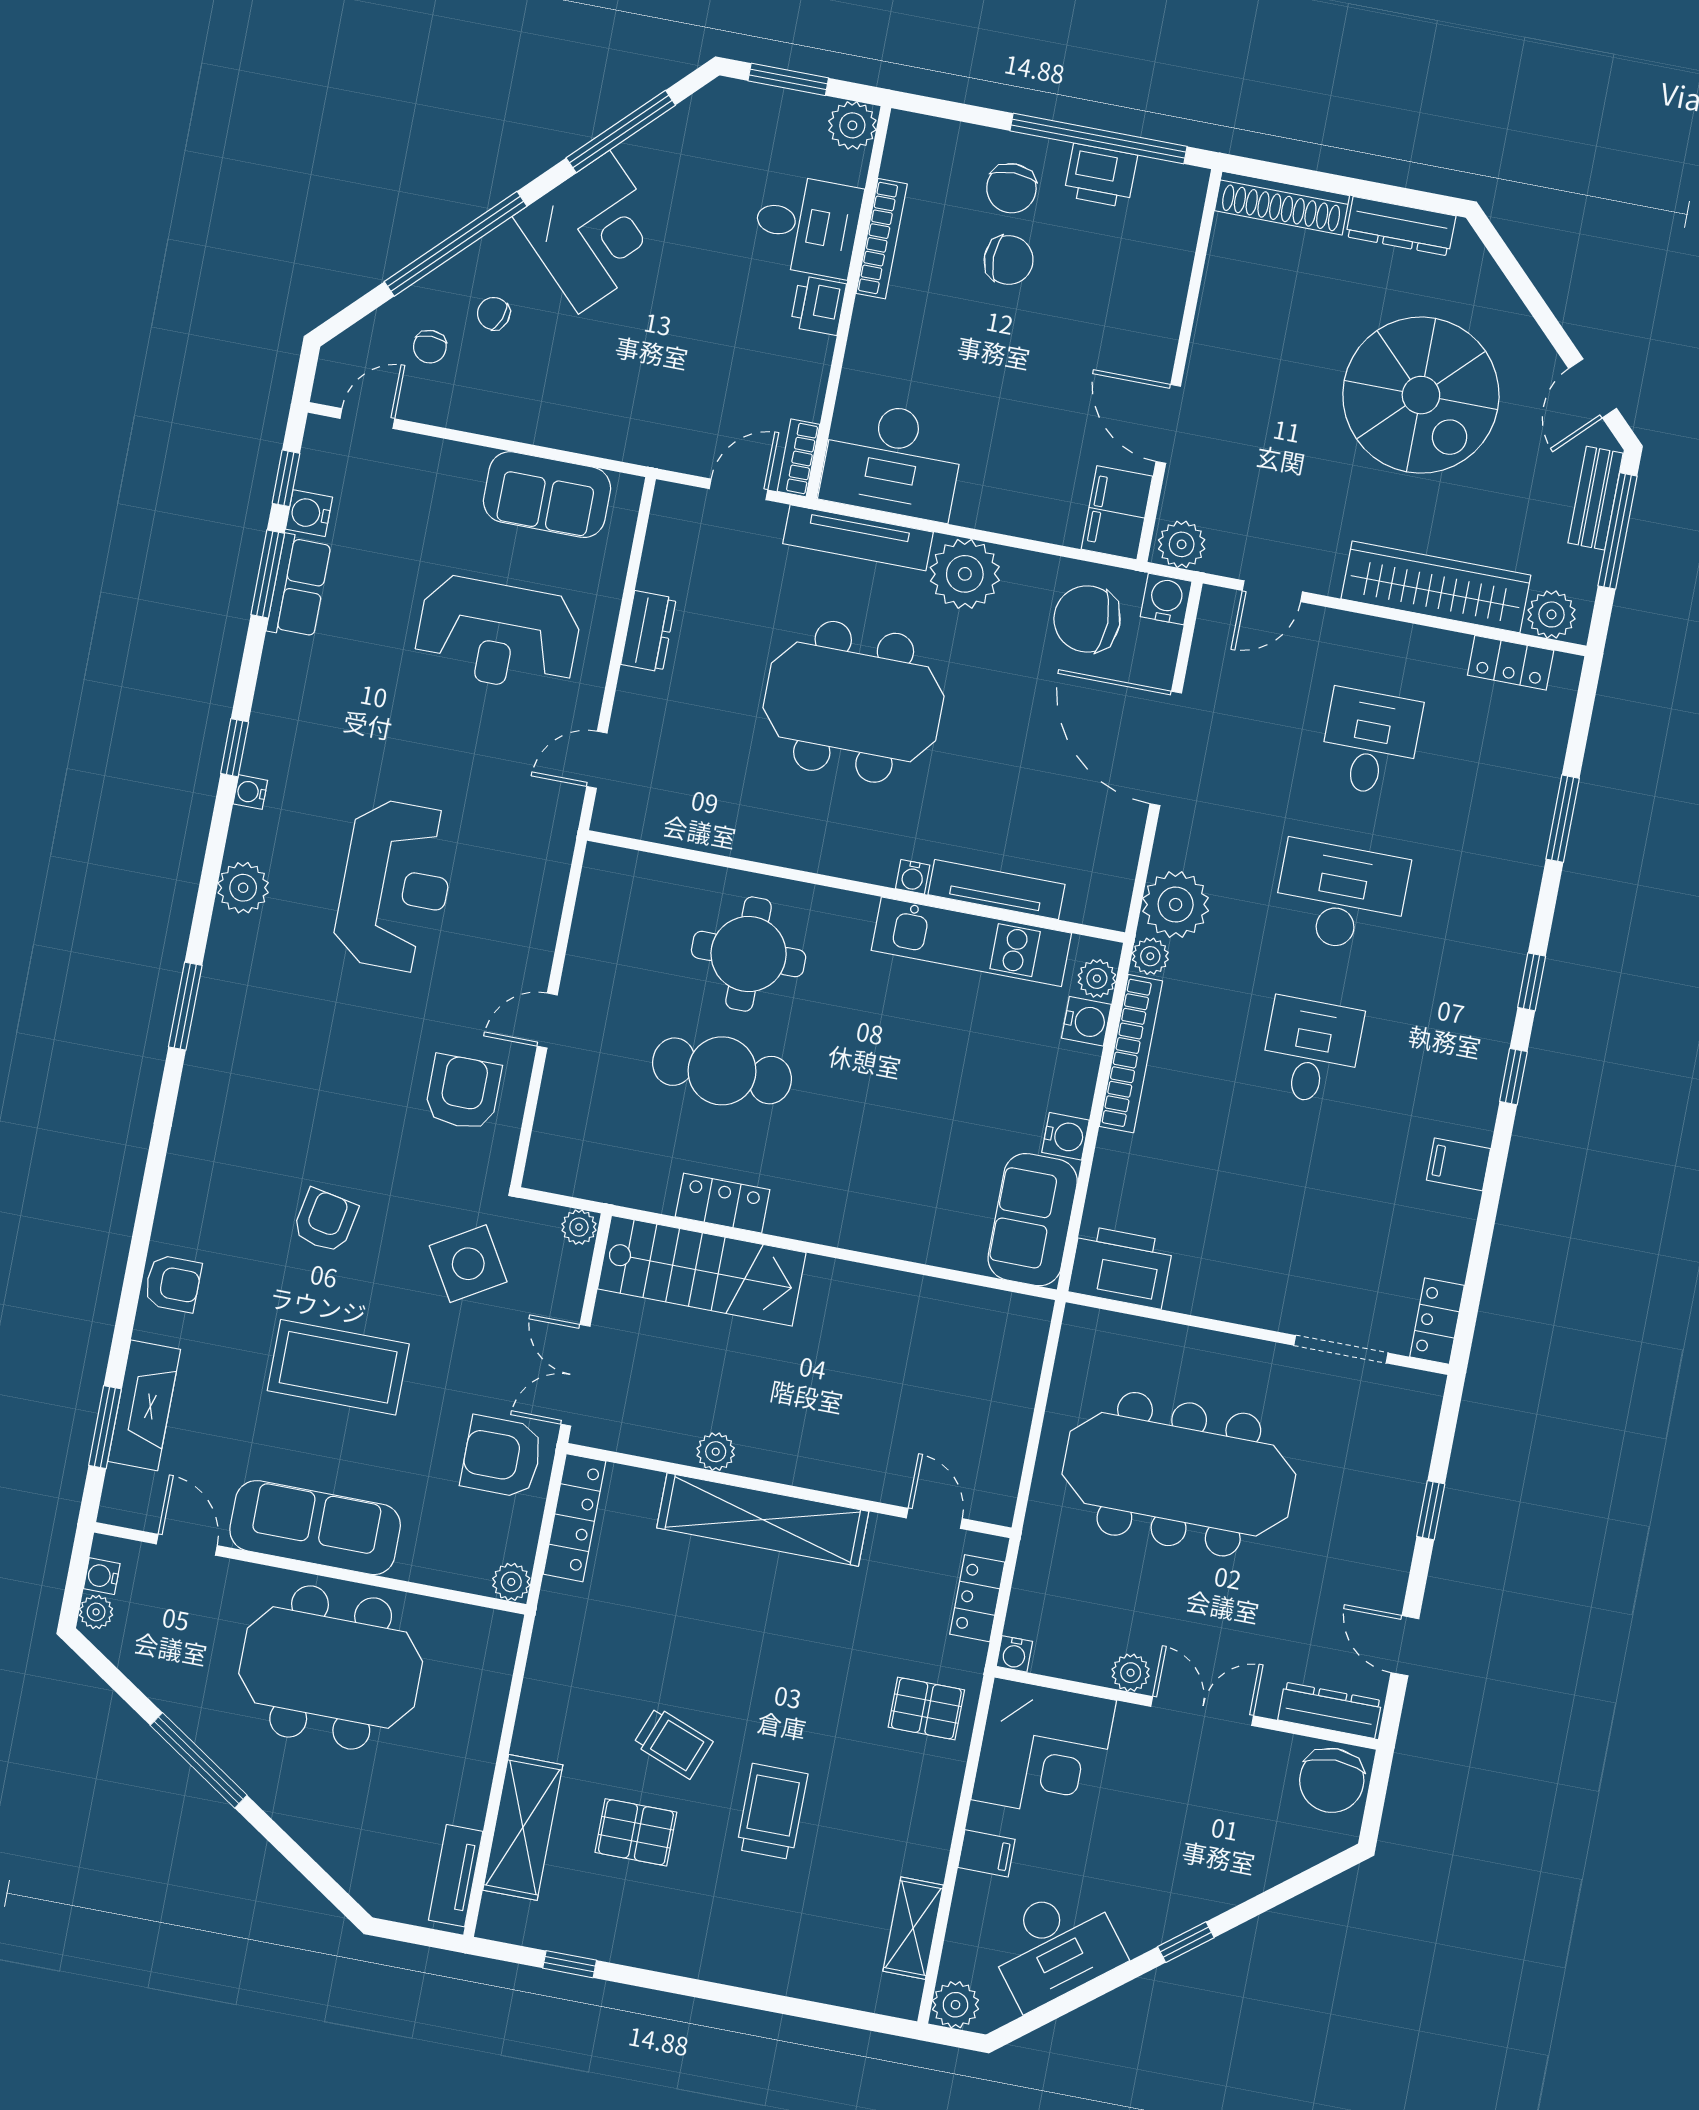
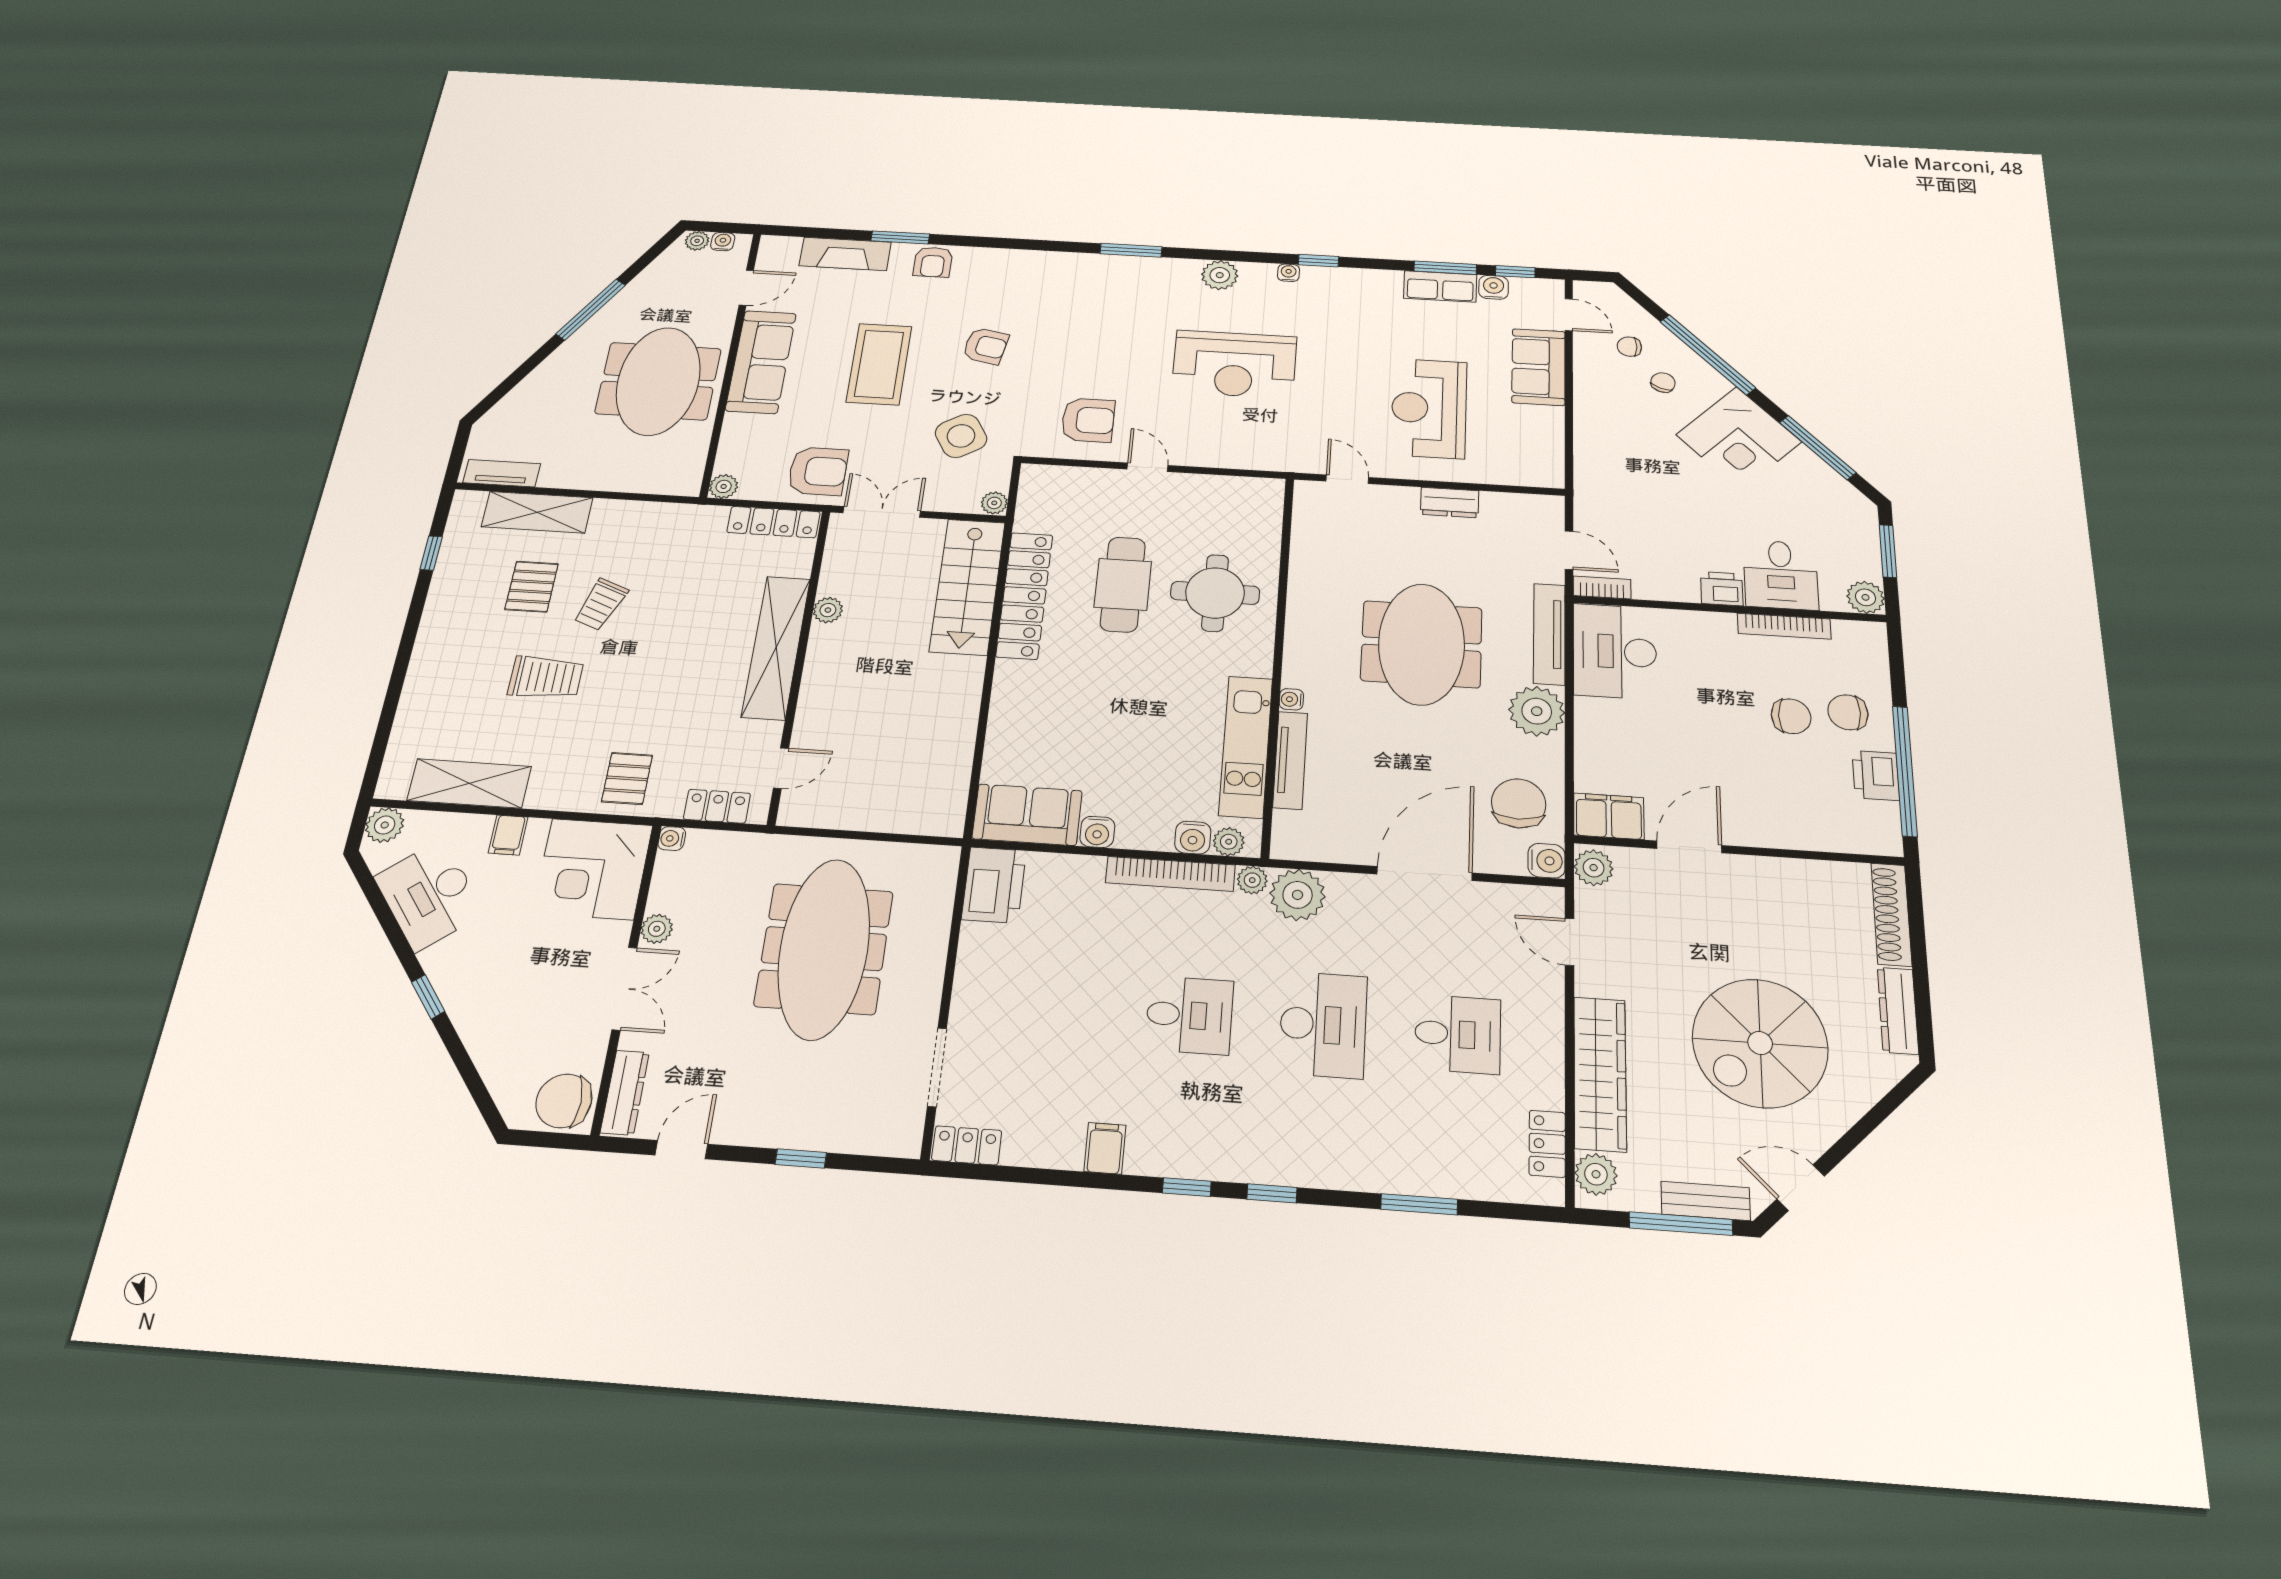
chair: (1009, 260) -> (1791, 716), turned -90
sofa: (547, 495) -> (1539, 367), moved
locker: (723, 1203) -> (1024, 595), width x2.16, depth x1.21
window: (105, 1427) -> (900, 237), moved
armchair: (502, 1457) -> (818, 471), turned 90
shelving: (913, 1928) -> (469, 783), width x1.50, depth x1.33

